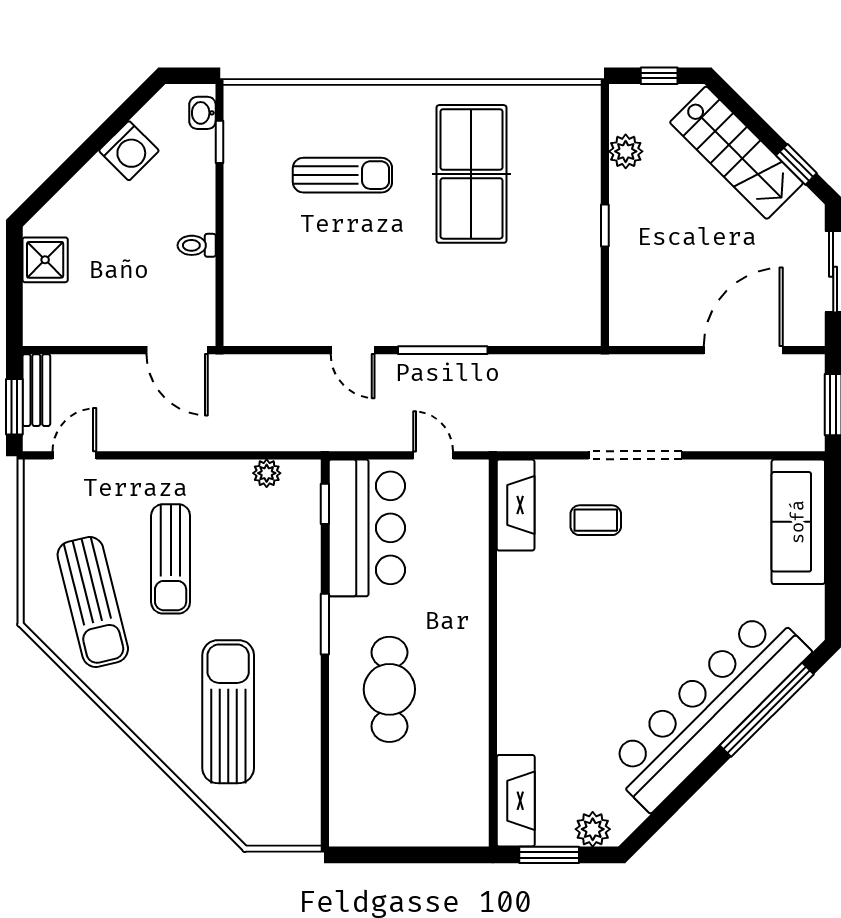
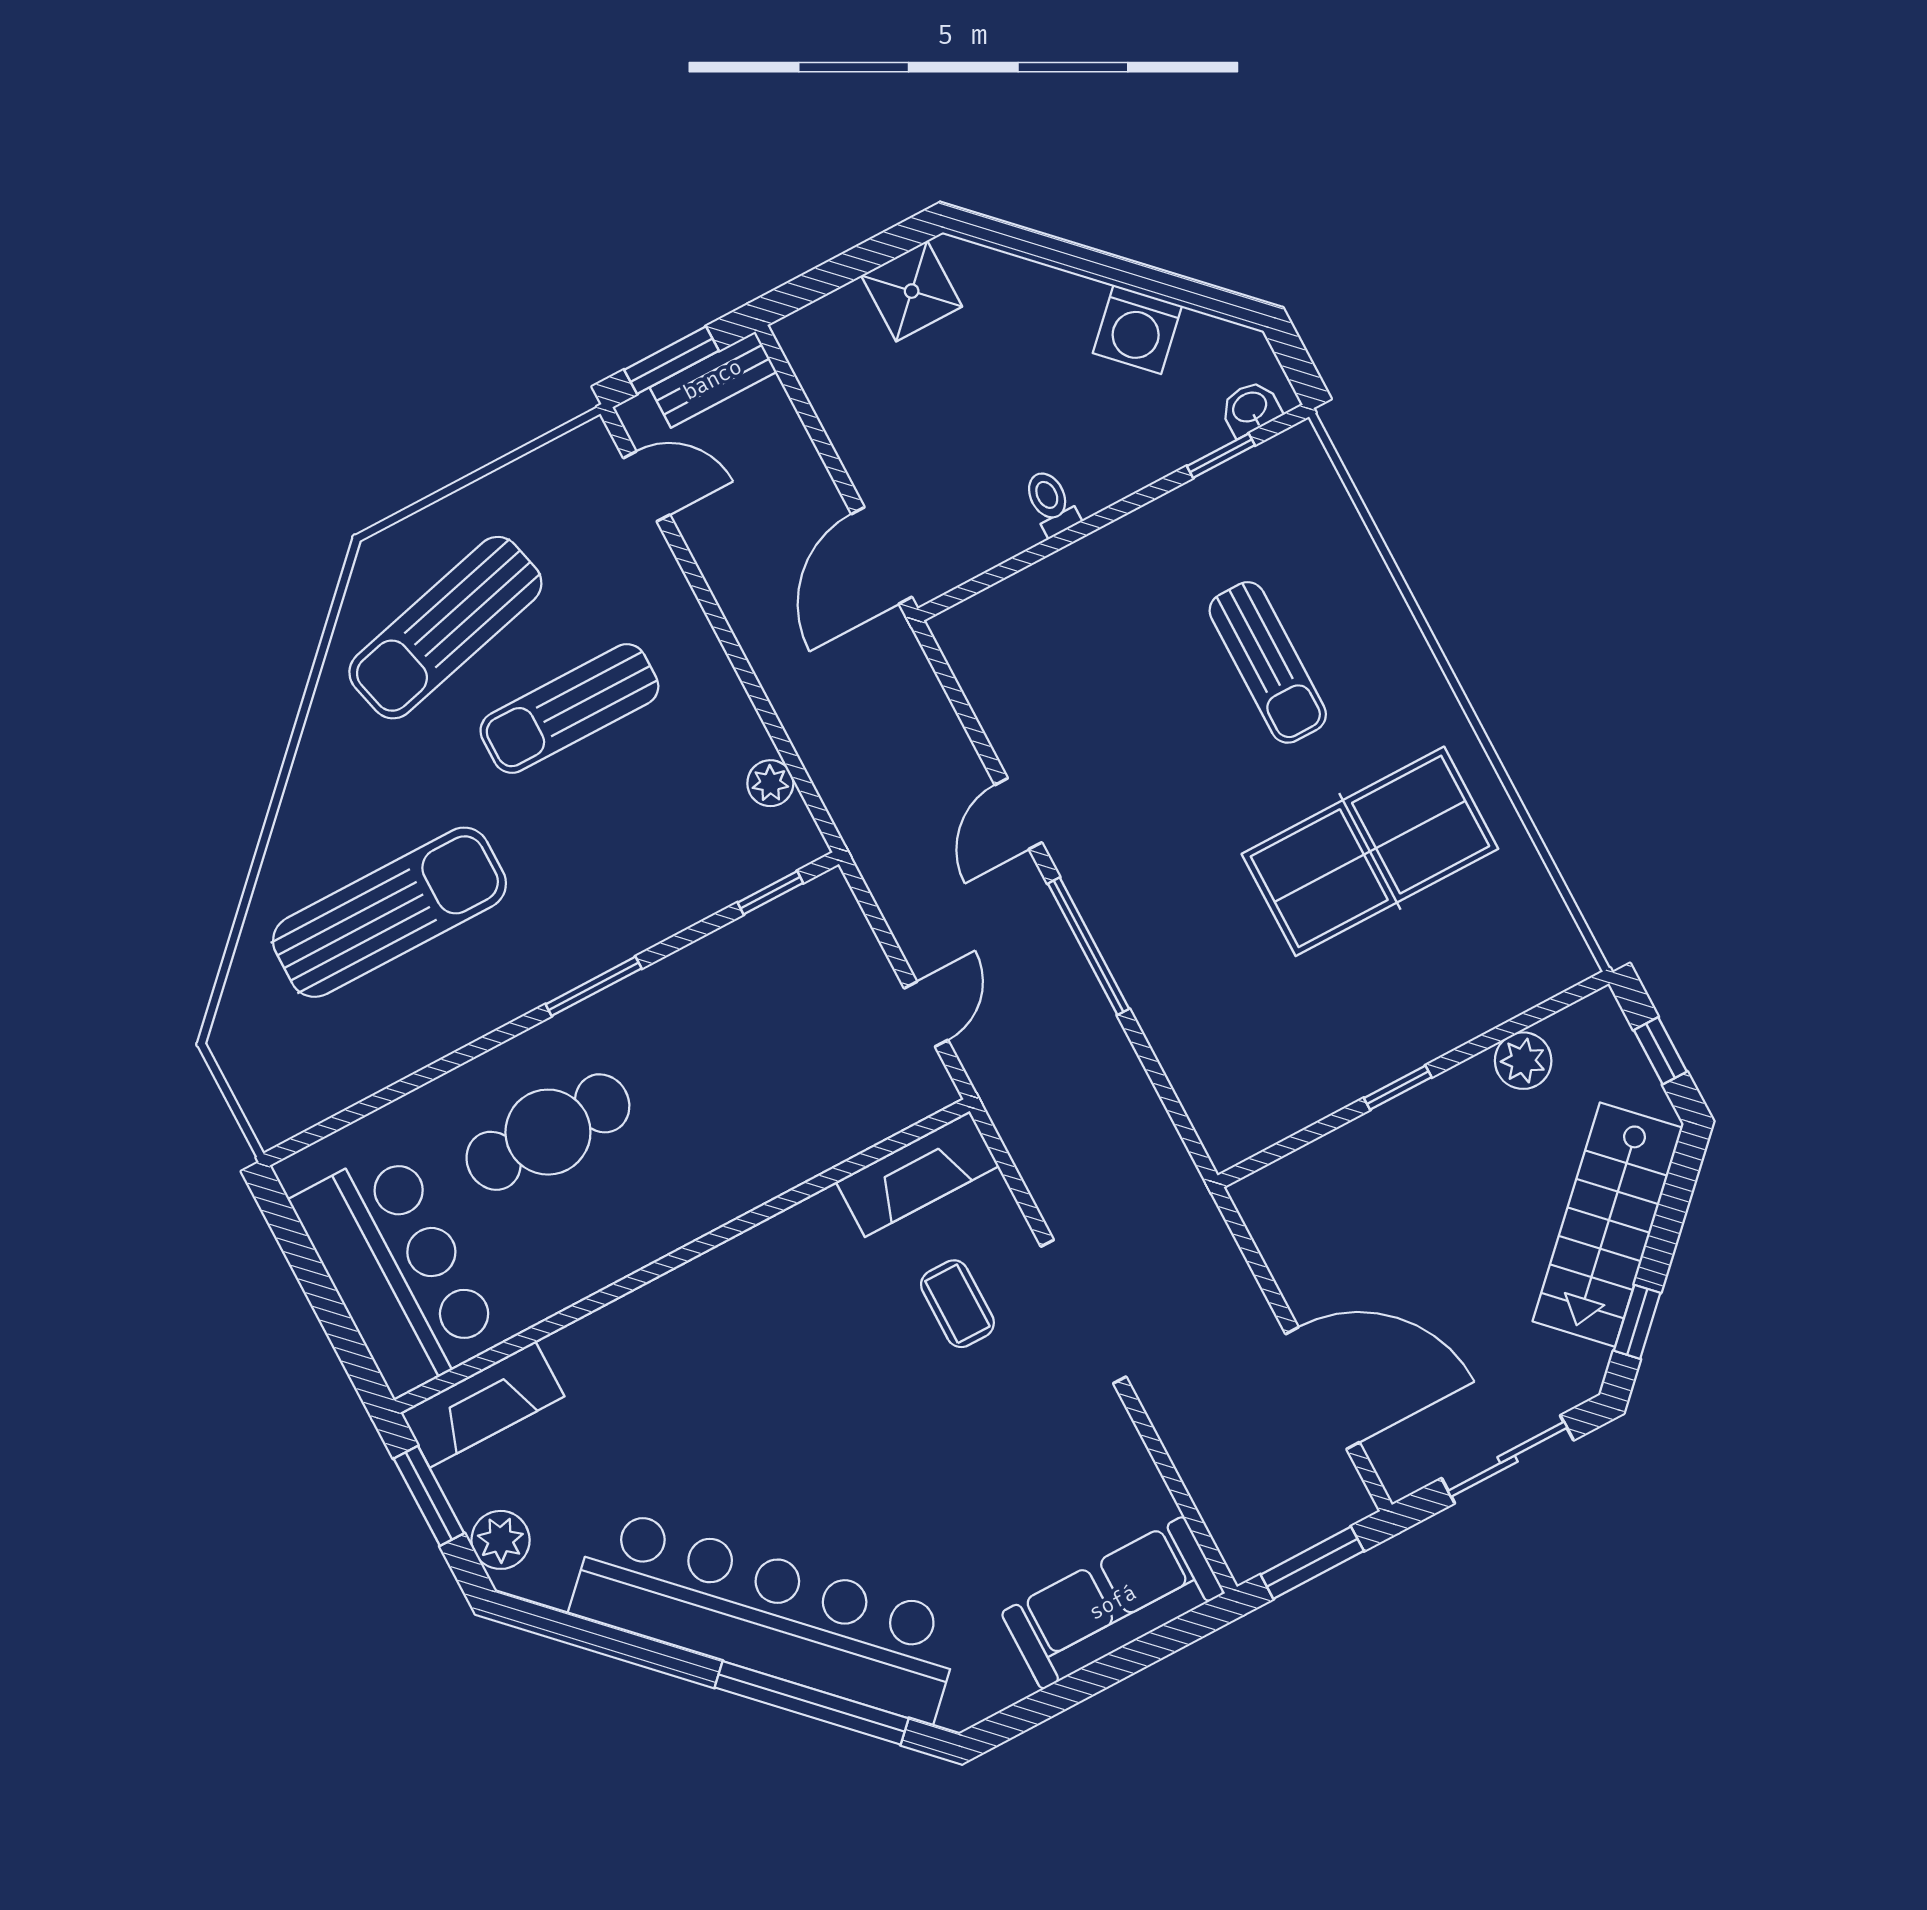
bar counter: (367, 528) -> (397, 1270), moved, turned -90

